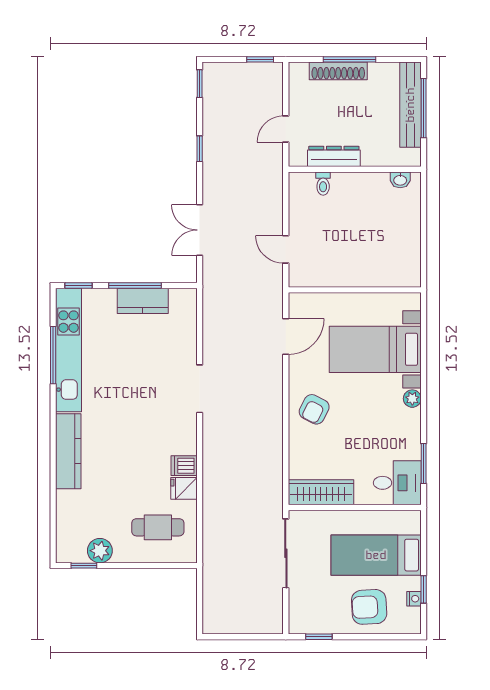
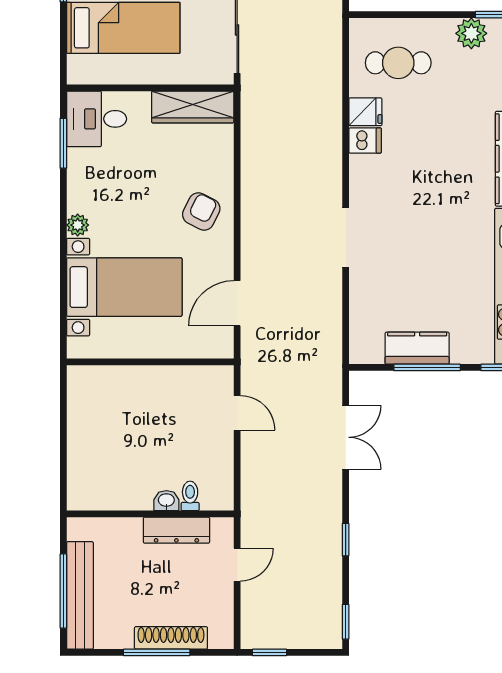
washbasin: (400, 180) -> (166, 501), moved

